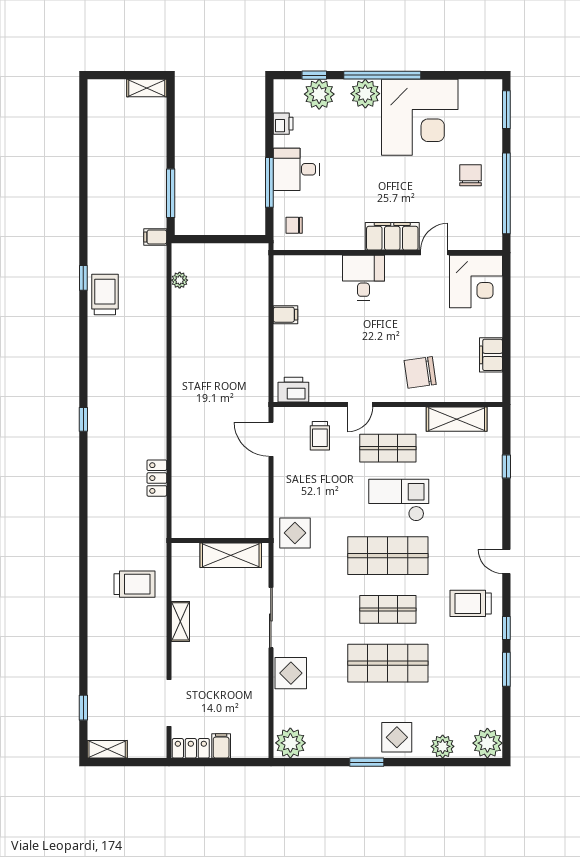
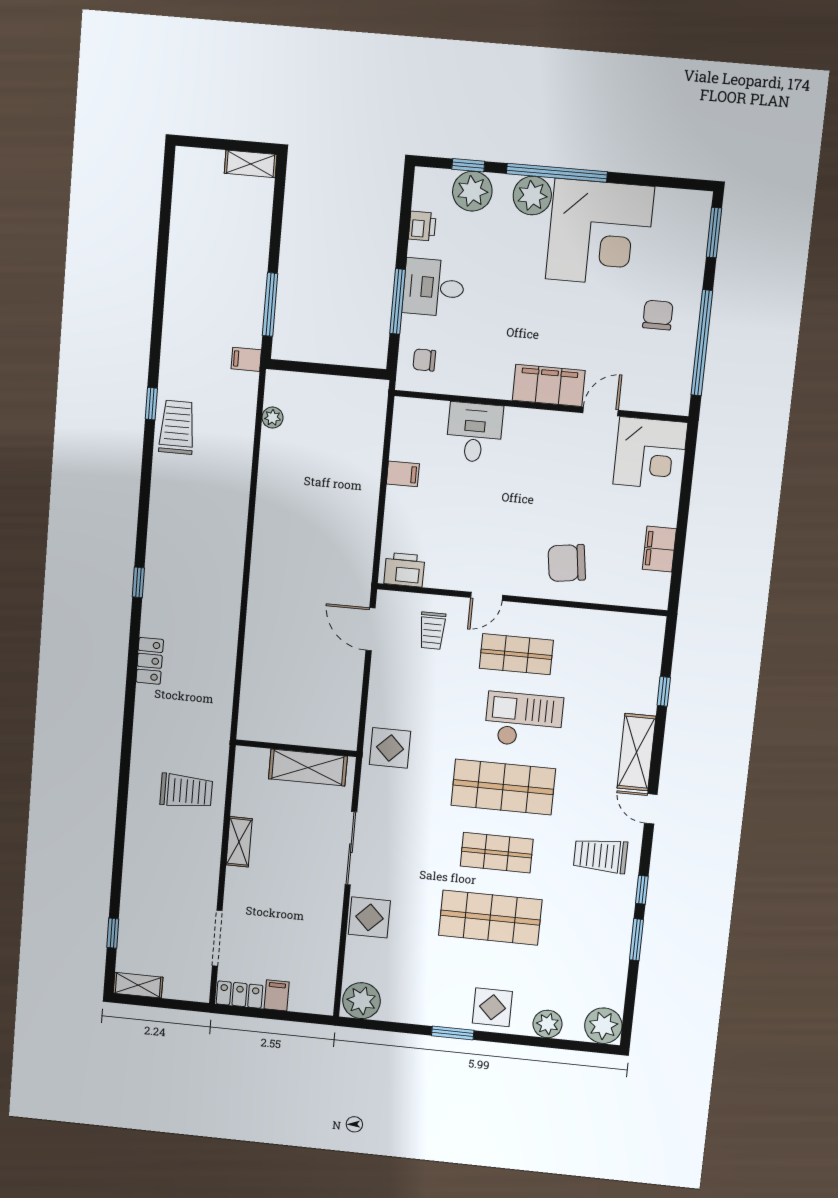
desk: (364, 278) -> (474, 432), moved
shelving: (457, 419) -> (636, 752), moved, turned 90
locker: (157, 478) -> (150, 661), moved, turned 180

